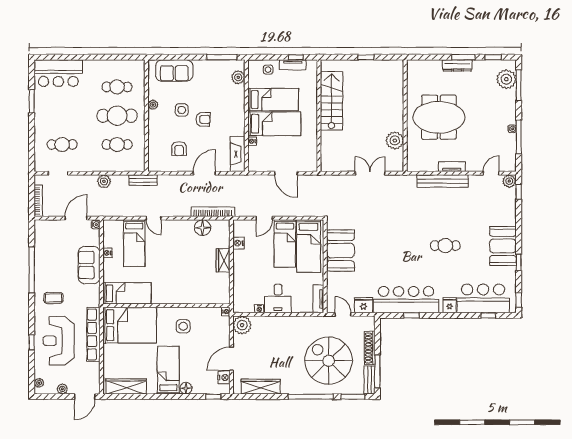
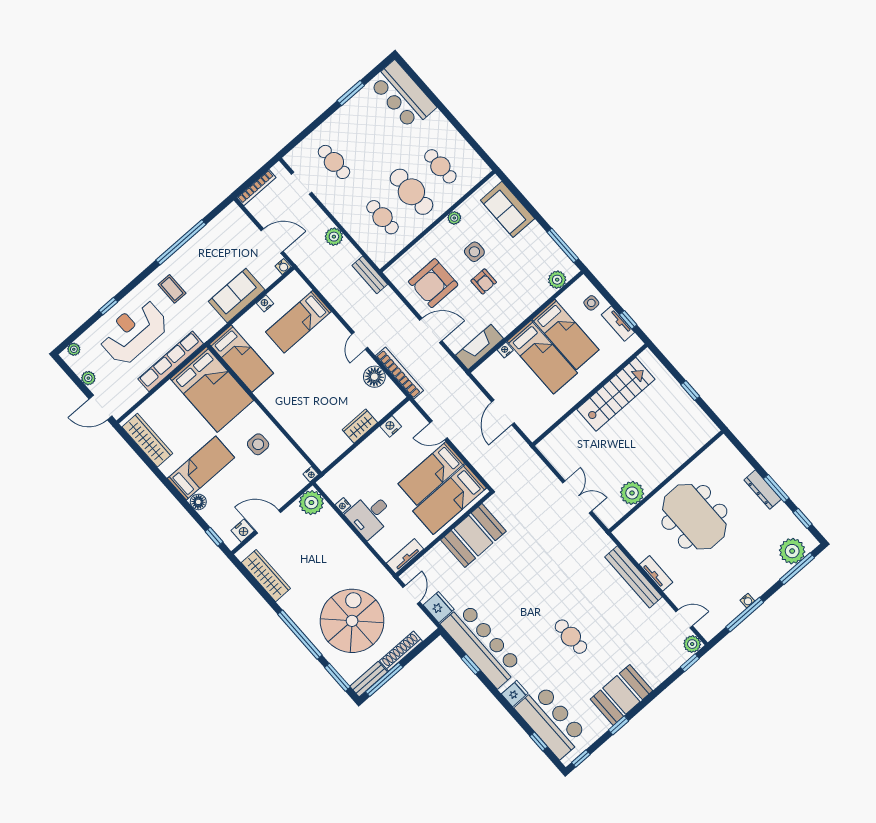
armchair: (179, 149) -> (433, 283), width x1.88, depth x1.88
door: (154, 218) -> (360, 341), moved

